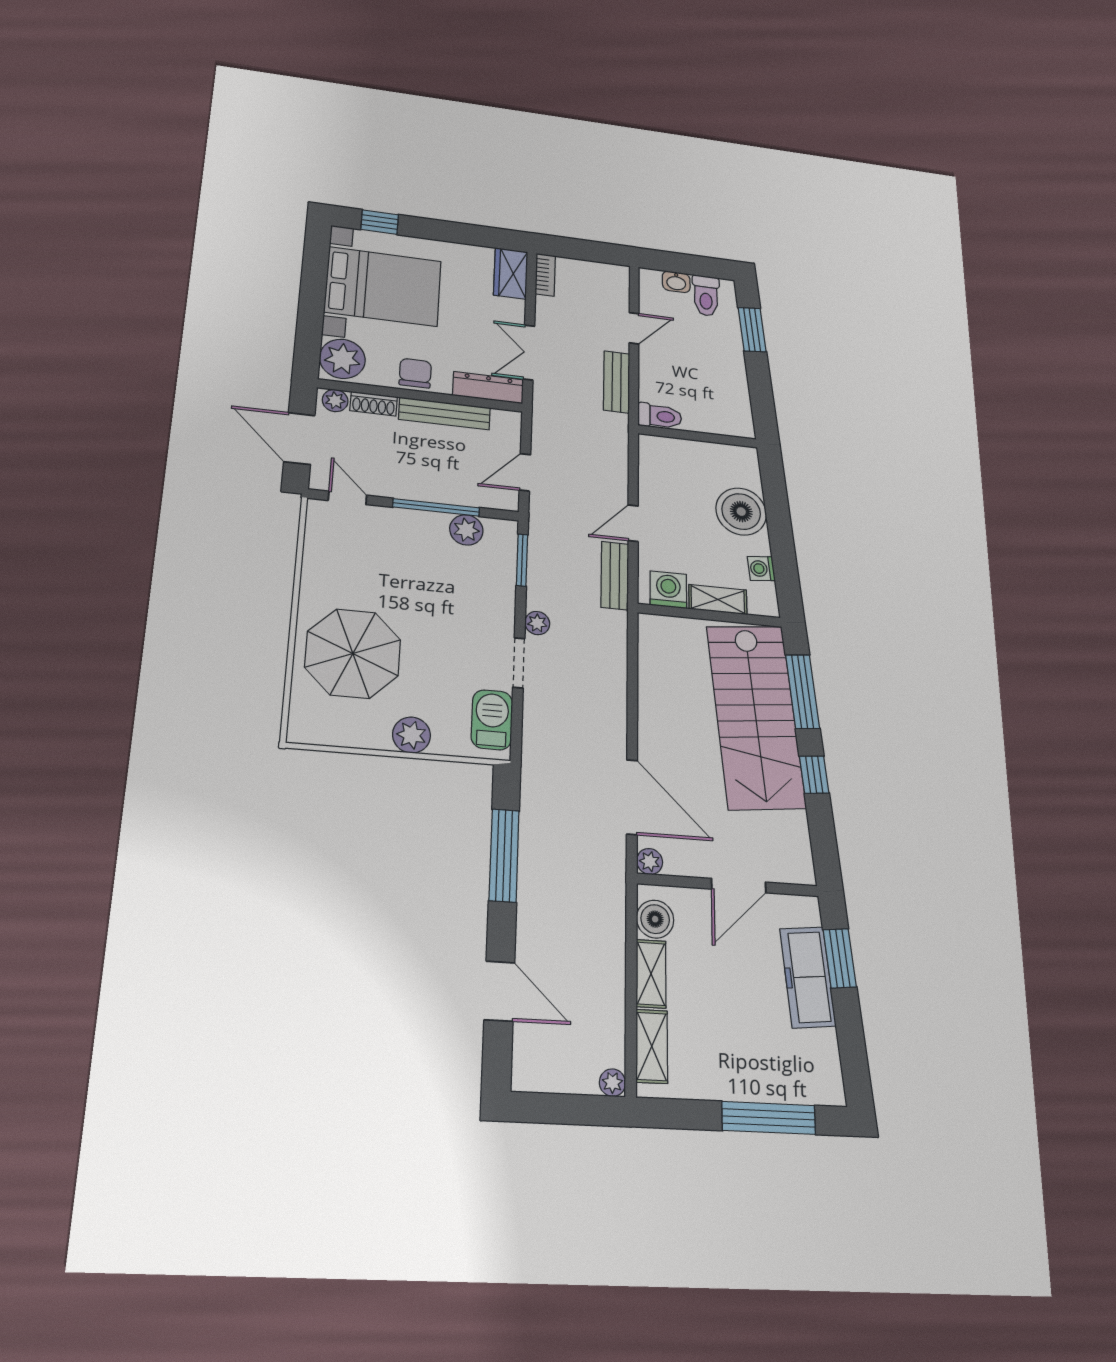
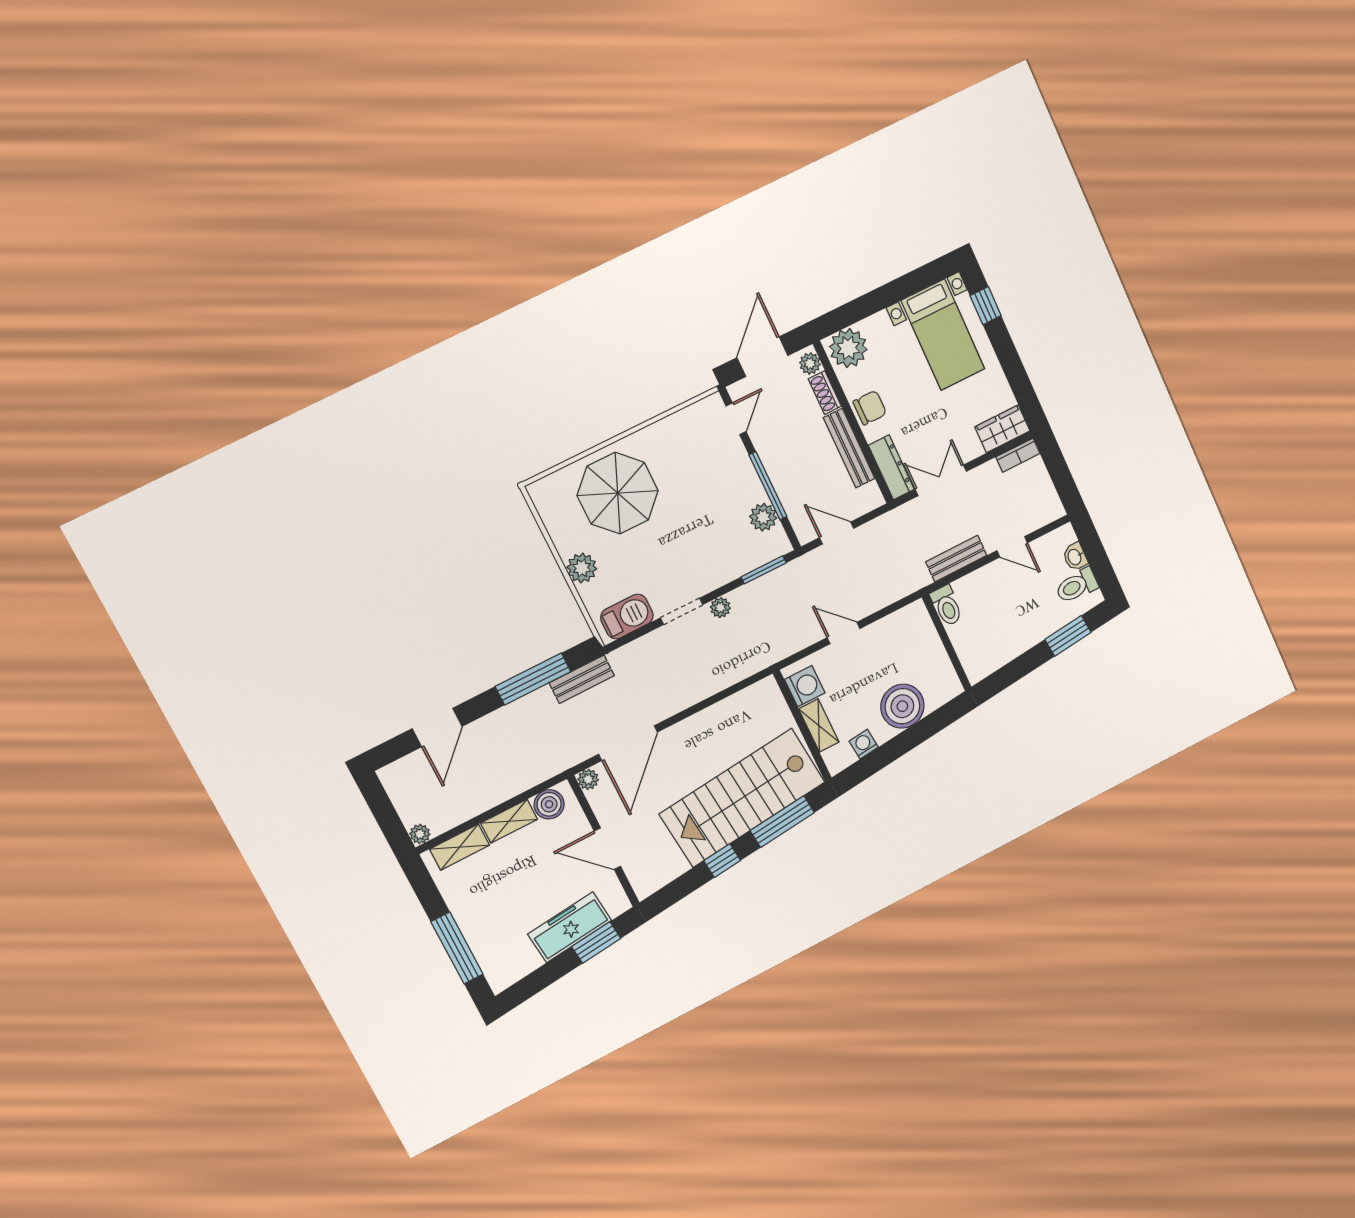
bed with nightstands: (383, 286) -> (943, 335), width x0.73
bench: (615, 576) -> (582, 679), moved

